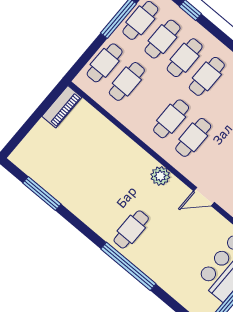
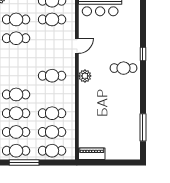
cafe table: (171, 119) -> (52, 113), moved
door: (204, 197) -> (77, 46), hinge flipped
window: (128, 266) -> (143, 54), width x0.32

